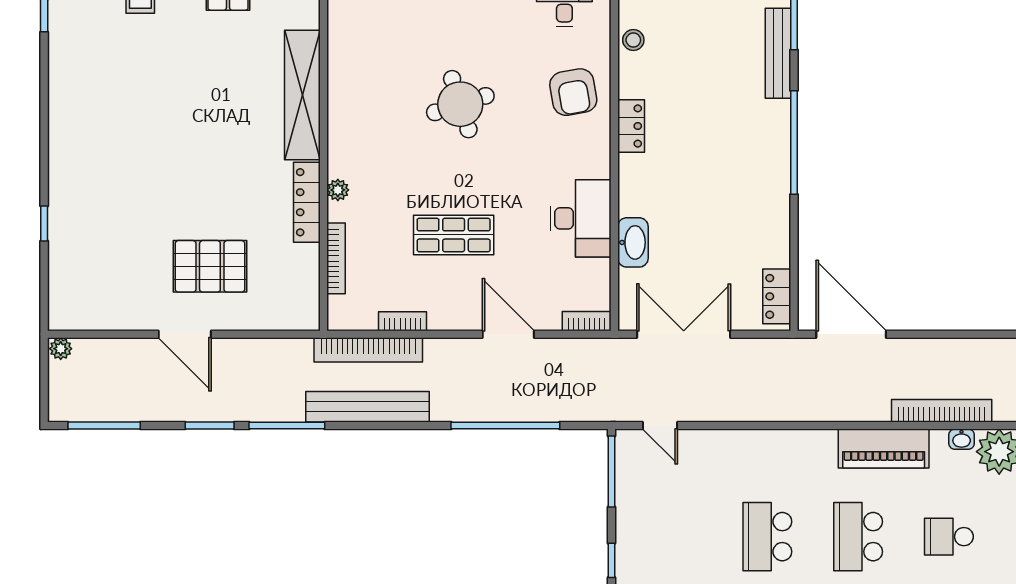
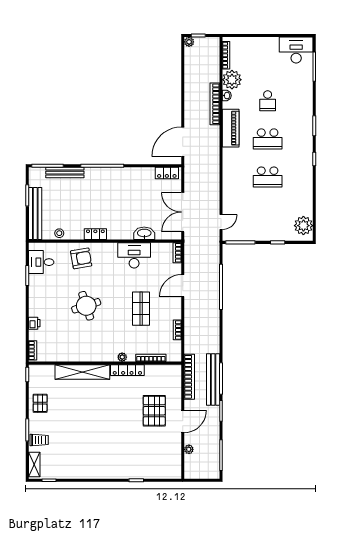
plant: (61, 349) -> (189, 449), moved
bookcase: (368, 350) -> (189, 377), moved
bench: (368, 407) -> (213, 380), moved

